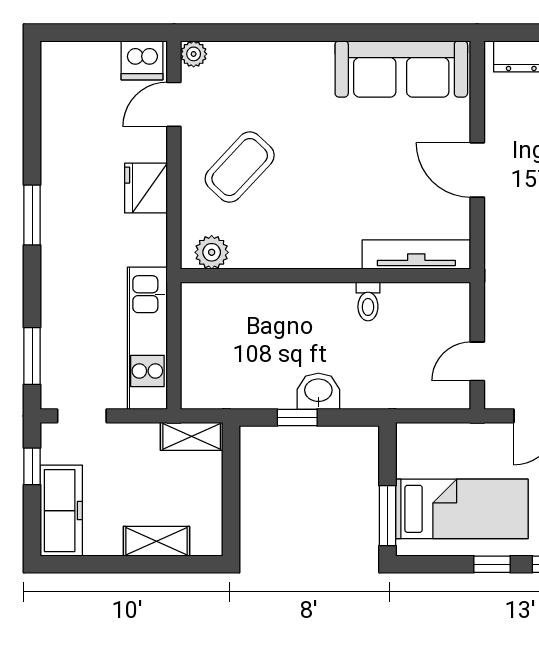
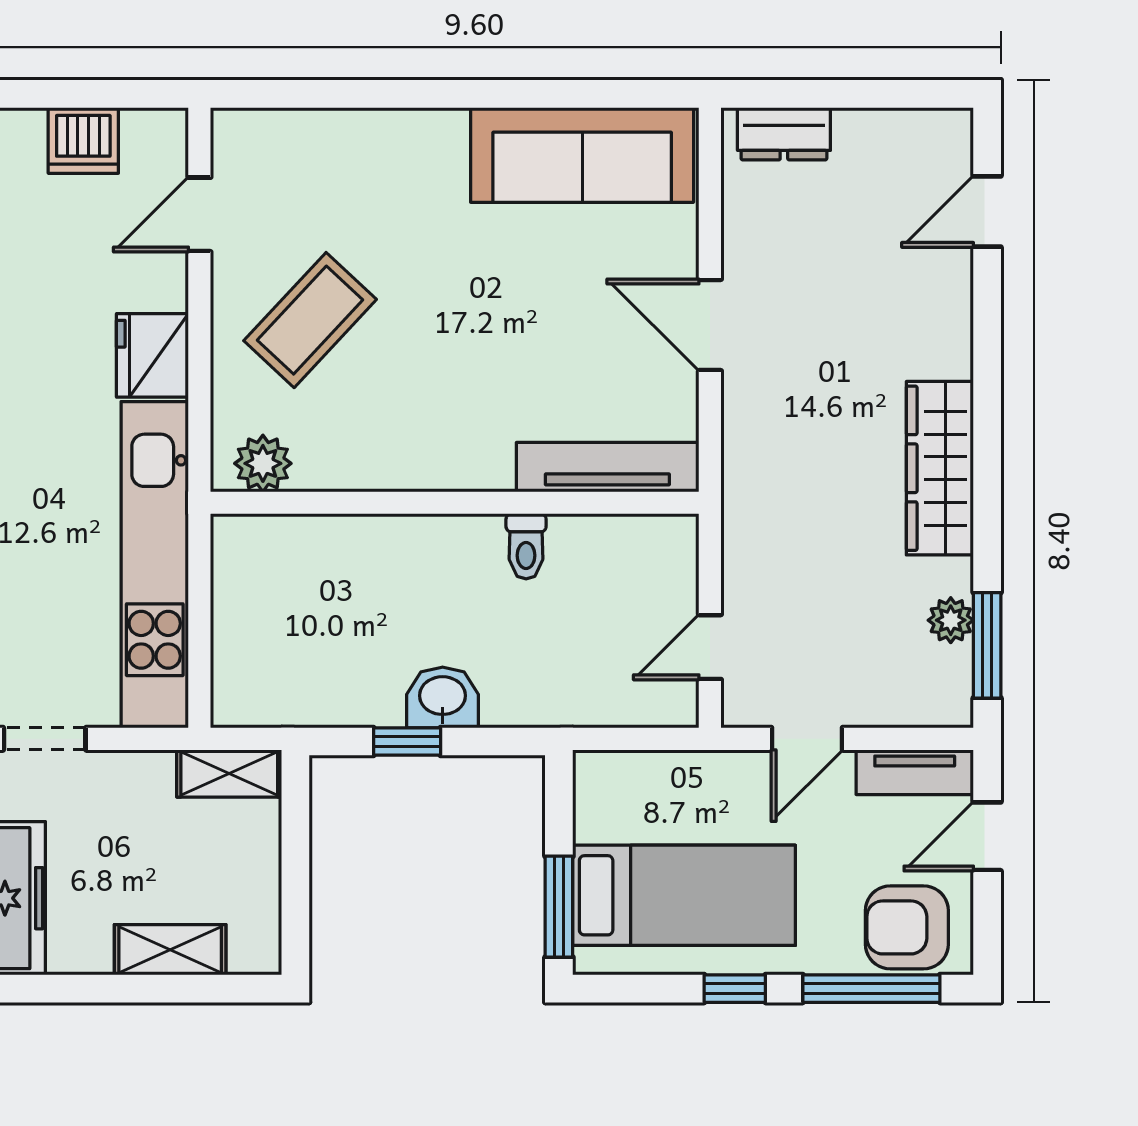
plant: (194, 54) -> (233, 130), removed
dishwasher: (142, 60) -> (83, 140), moved
kitchen unit: (147, 338) -> (155, 565), width x1.36

